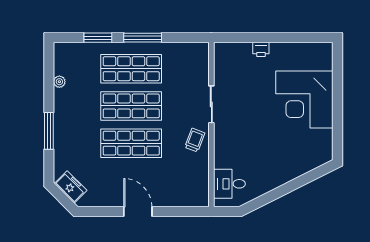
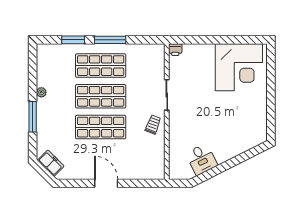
printer: (261, 49) -> (175, 50), moved
plant: (59, 82) -> (41, 92), moved
corner desk: (304, 99) -> (239, 67), moved, turned -90
desk: (229, 184) -> (202, 159), moved, turned -117

